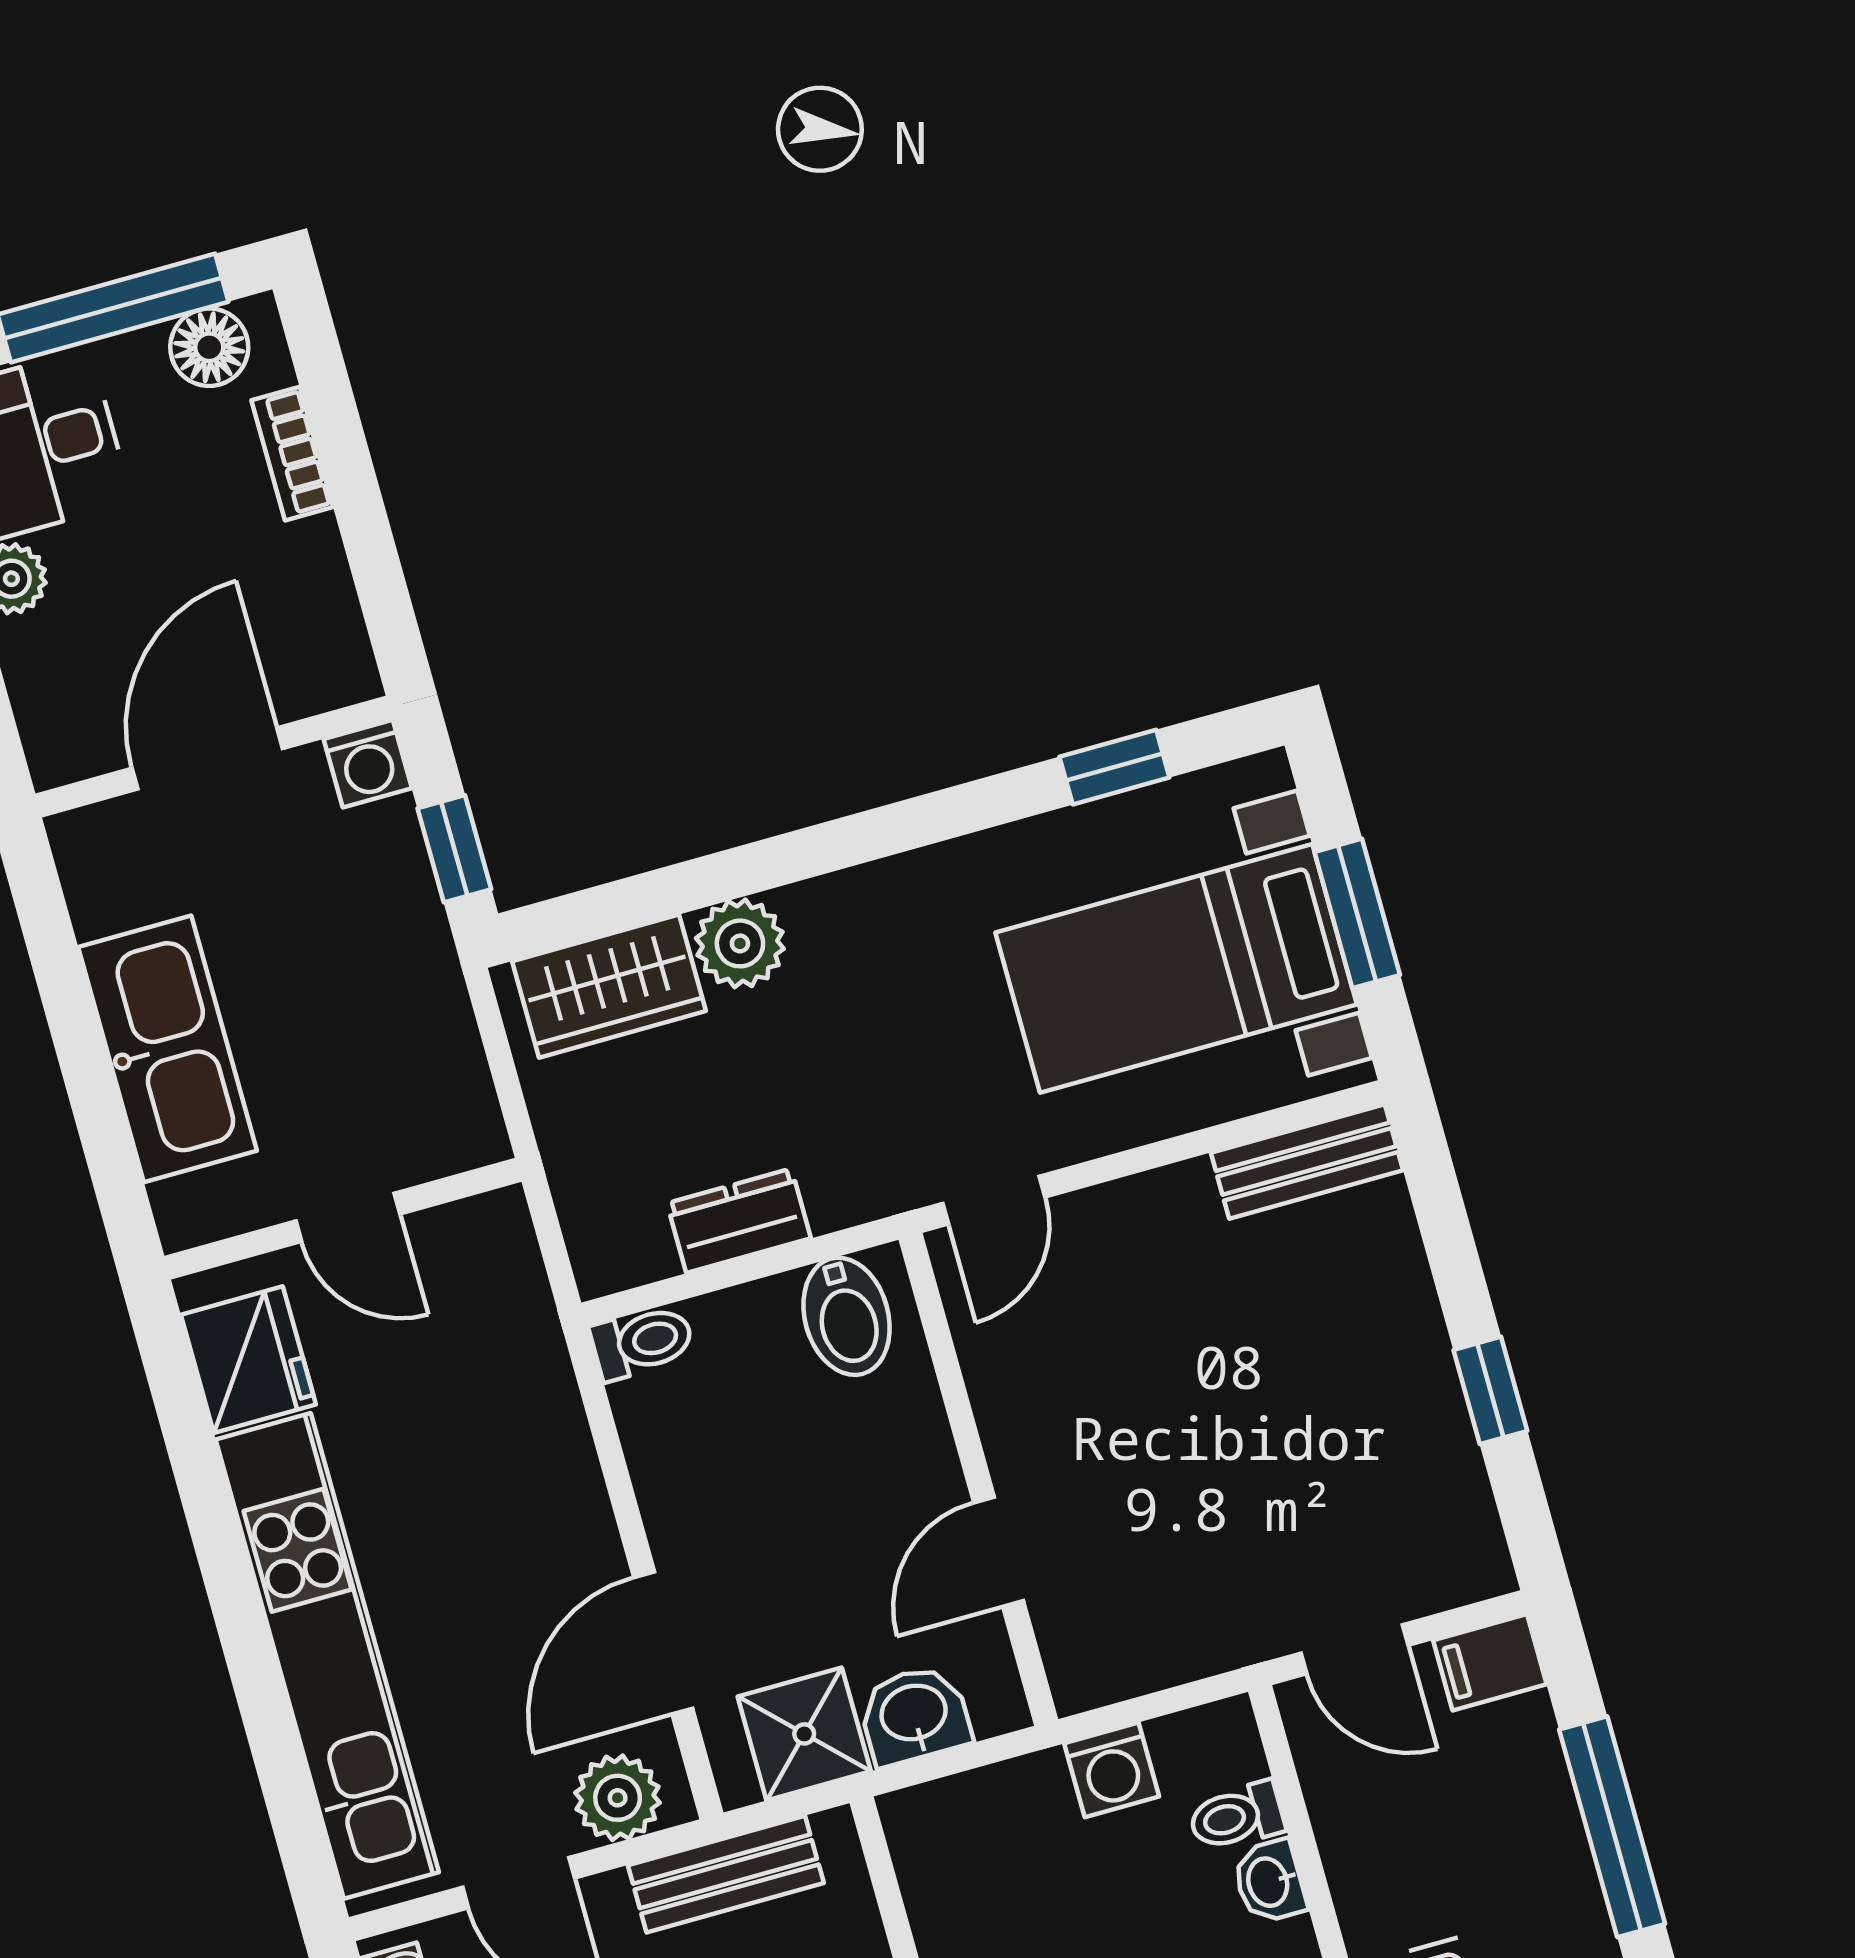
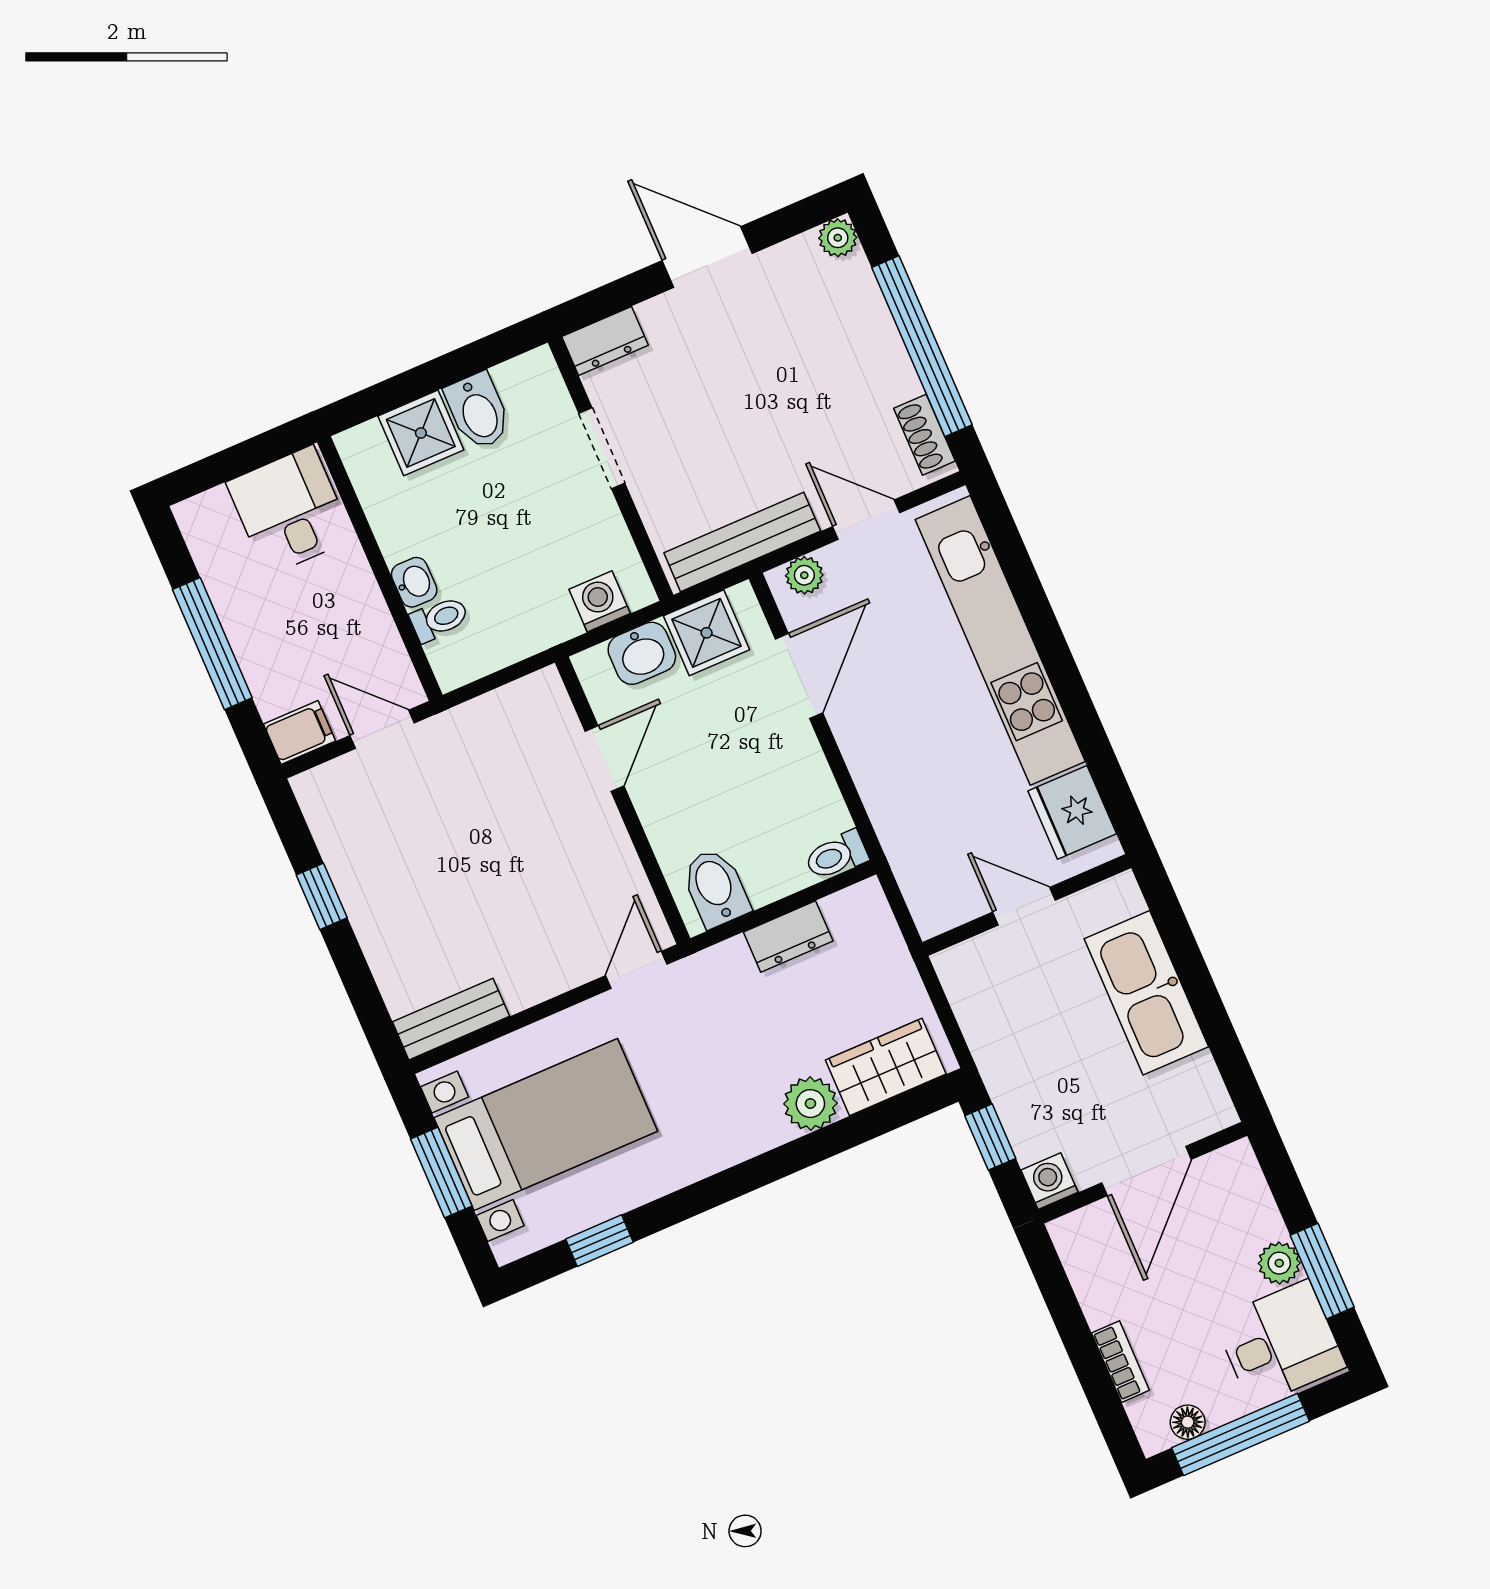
floor lamp: (209, 347) -> (1188, 1422), width x0.73, depth x0.73
washing machine: (1112, 1770) -> (600, 601), moved
plant: (618, 1798) -> (804, 575), width x0.73, depth x0.73
bench: (726, 1874) -> (742, 542), width x1.36

